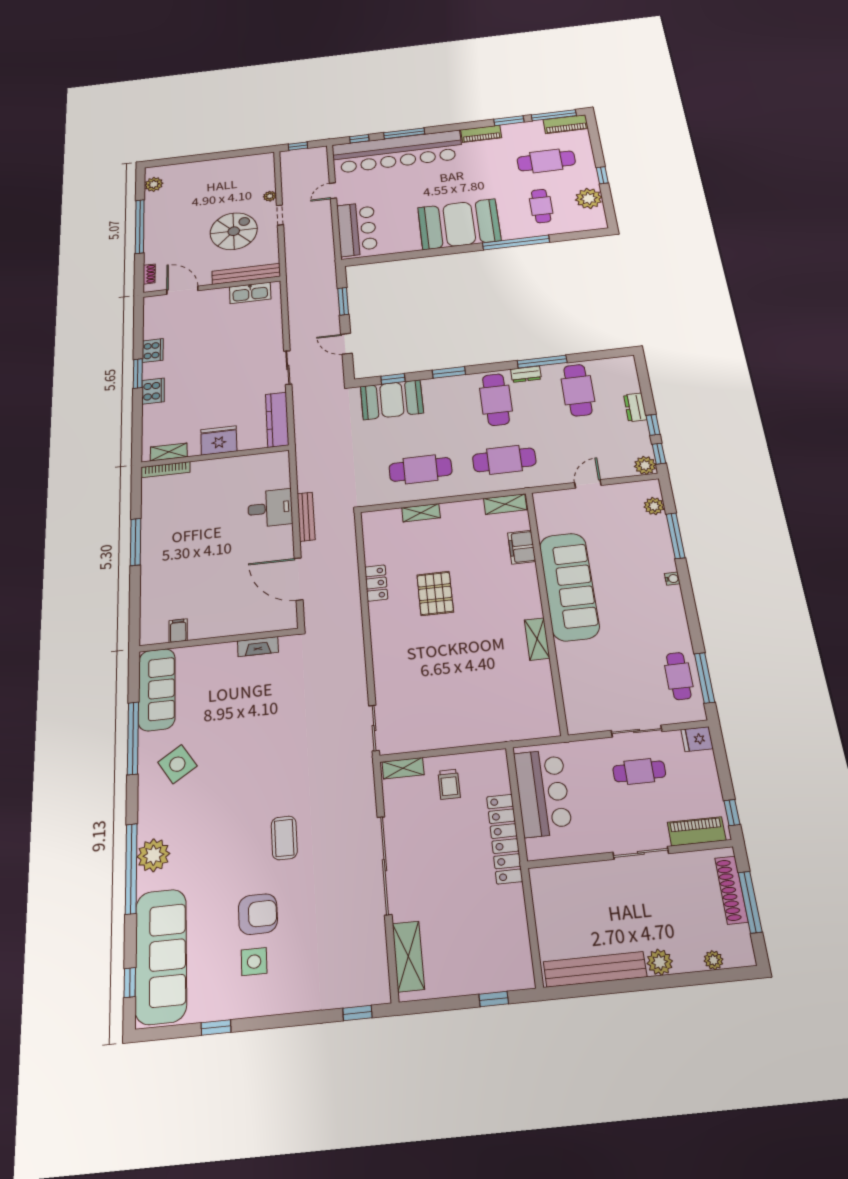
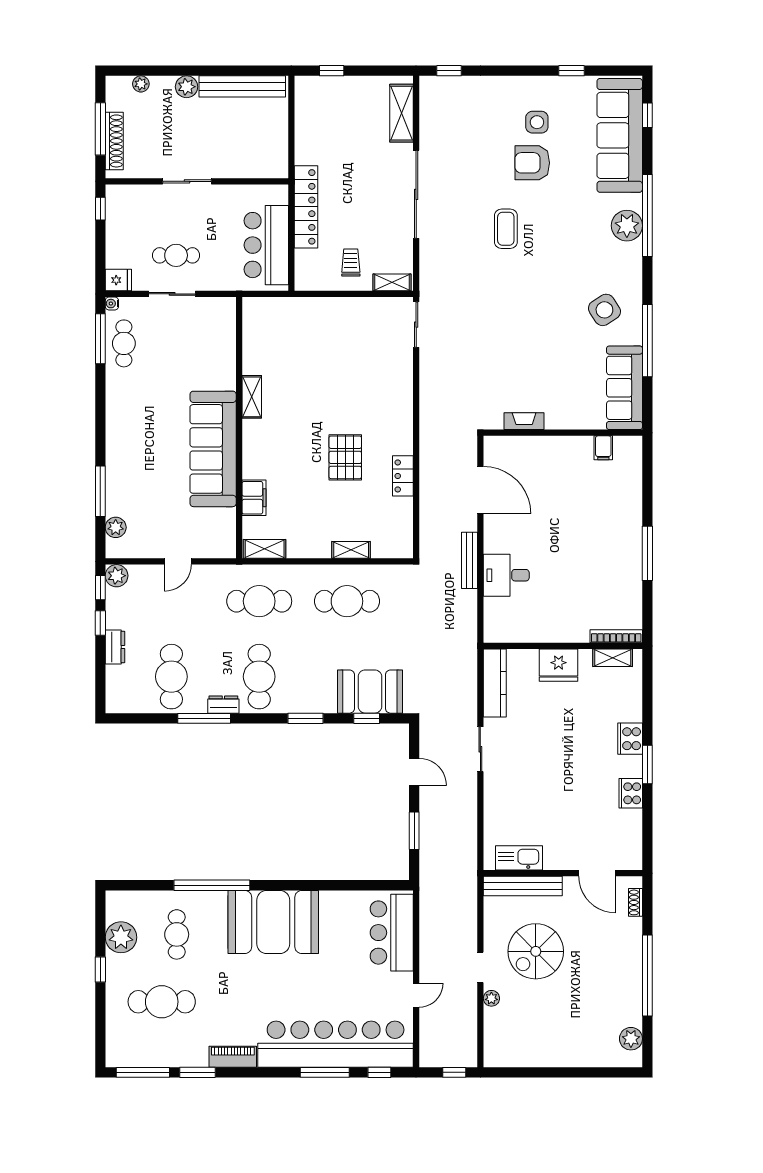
piano: (566, 124) -> (131, 1056), removed
water cooler: (672, 579) -> (112, 304), moved
piano: (697, 831) -> (135, 195), removed

